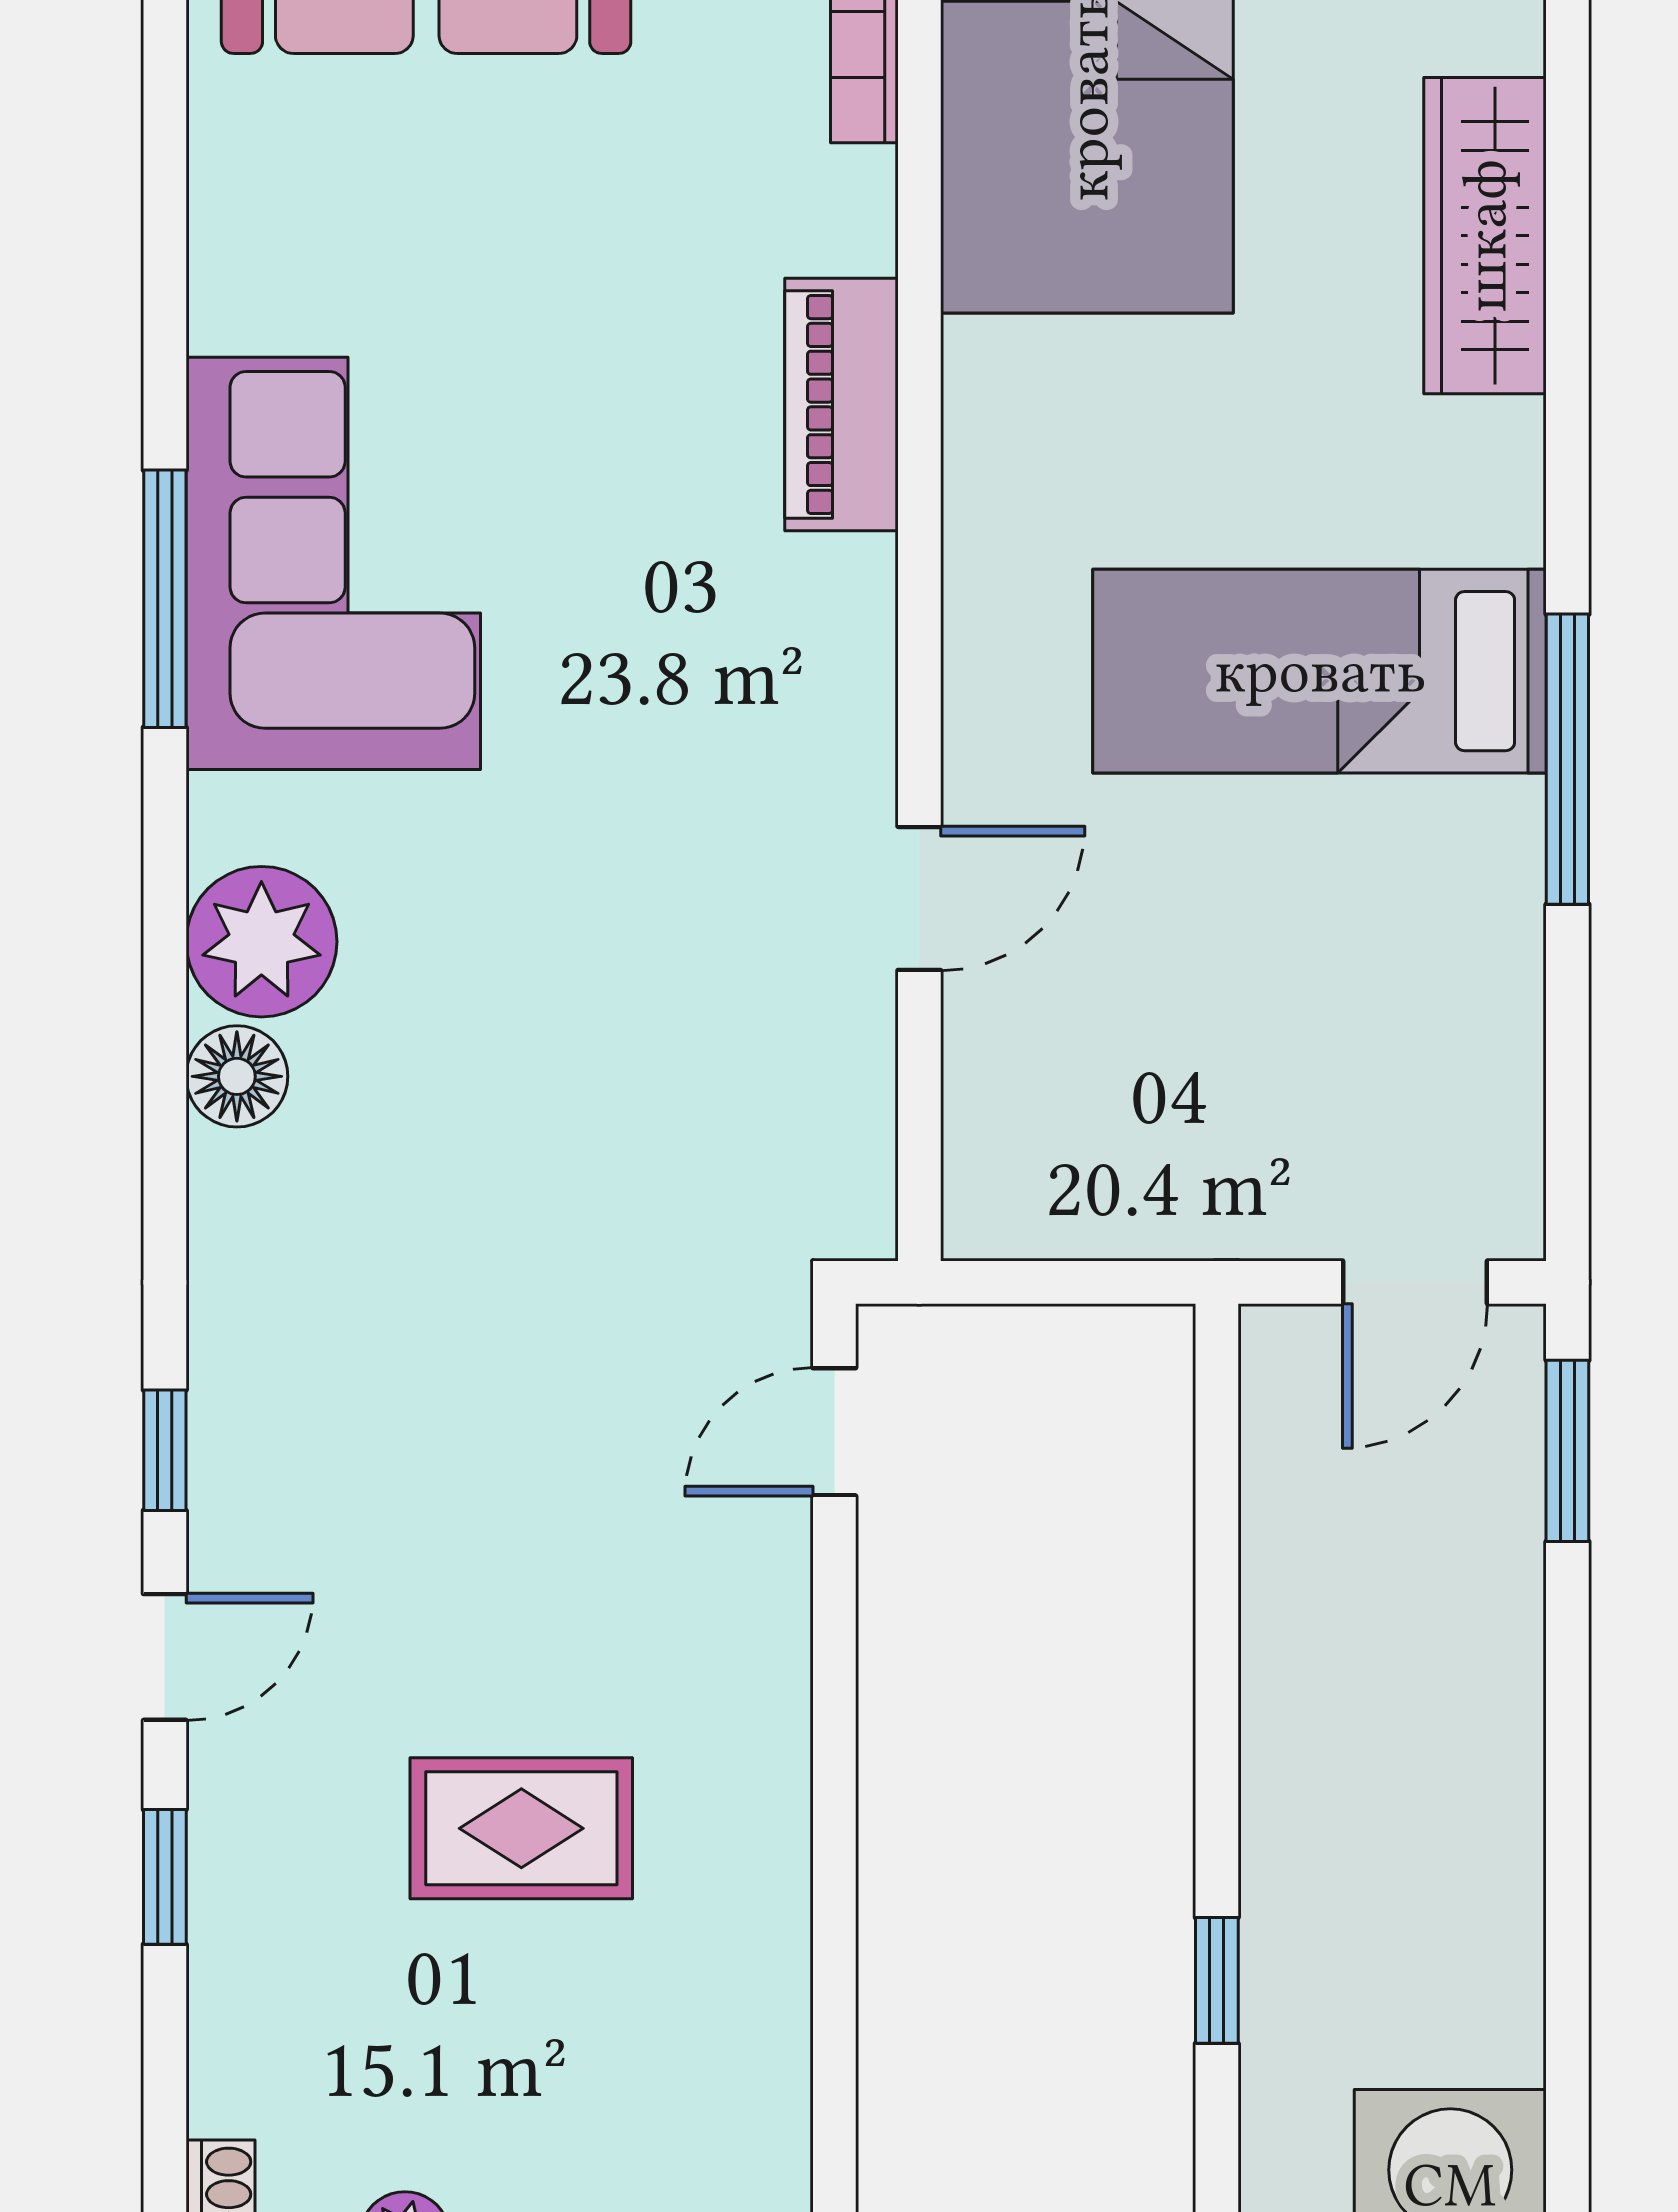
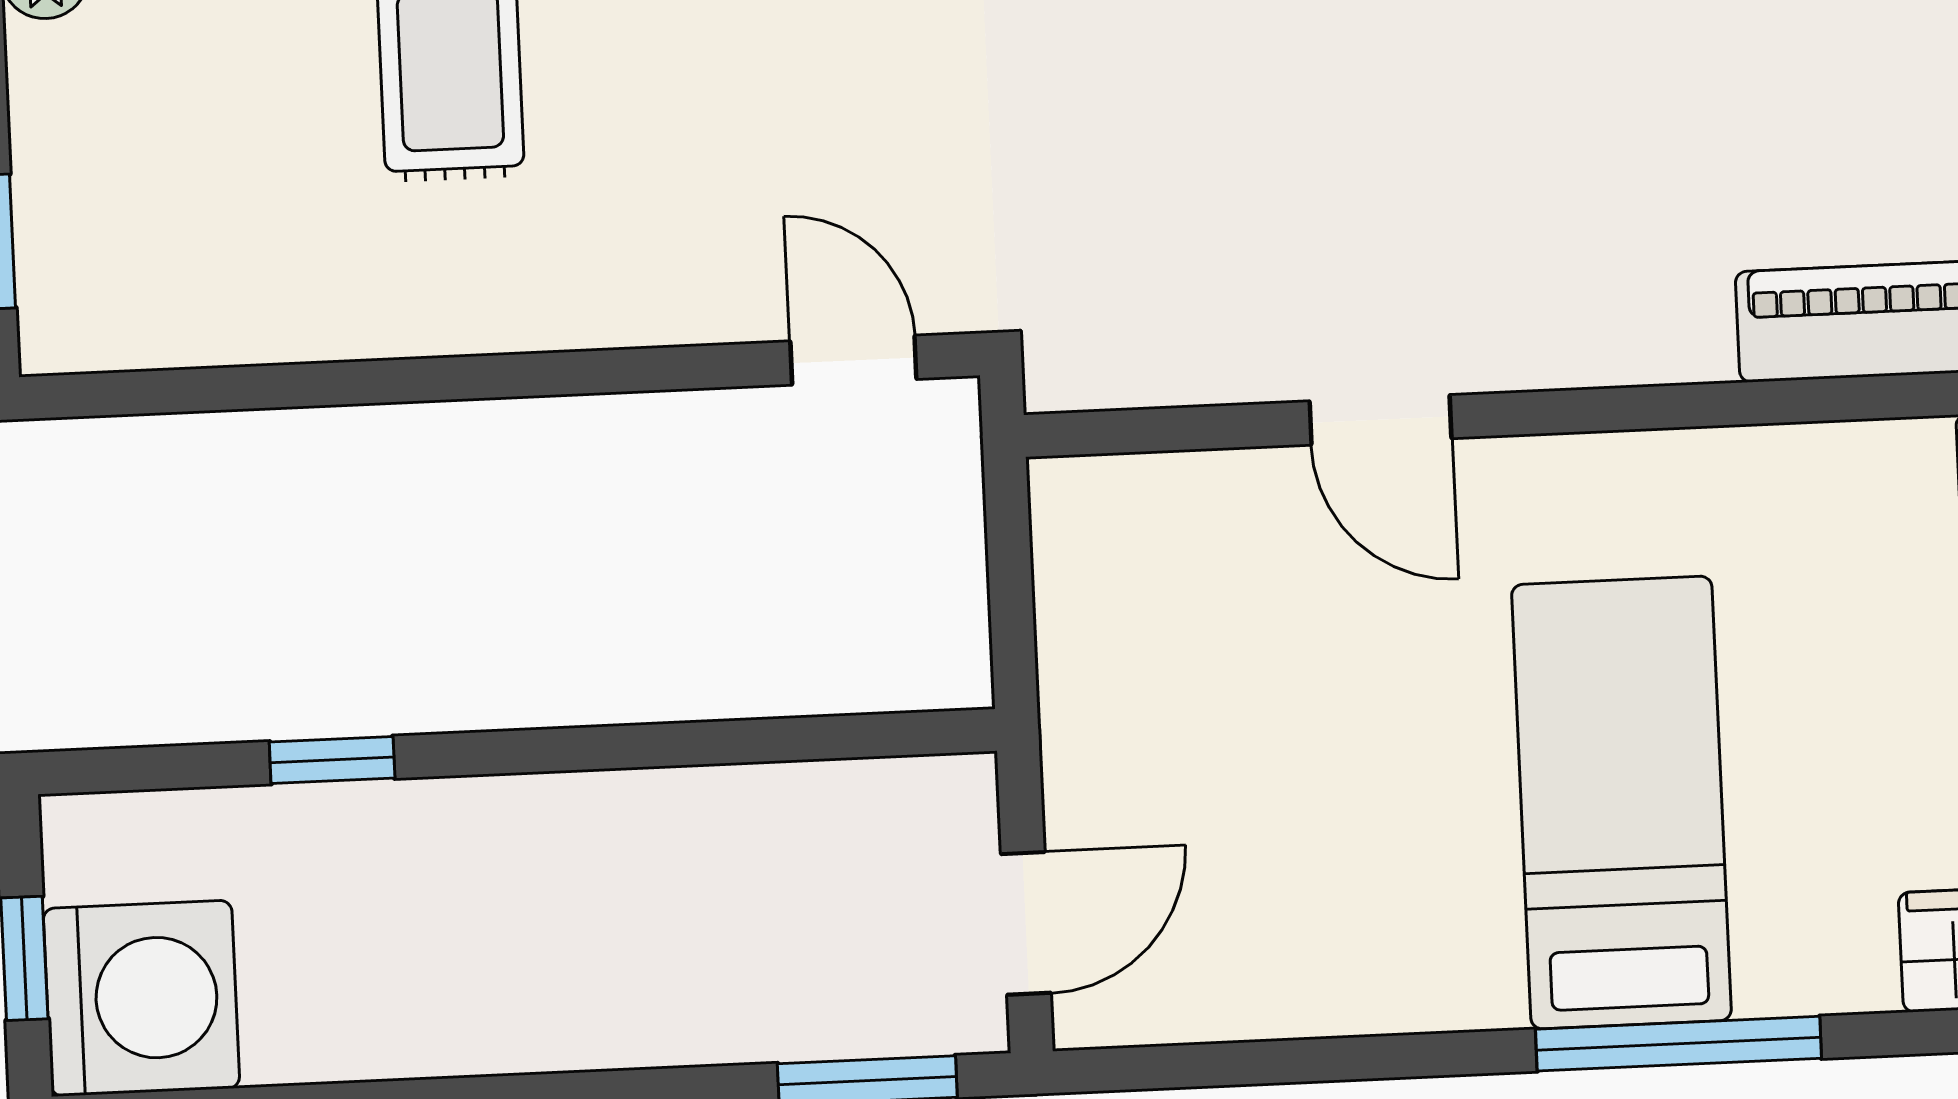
window: (1567, 759) -> (1679, 1044), moved
door: (1415, 1282) -> (1026, 923), swing flipped

